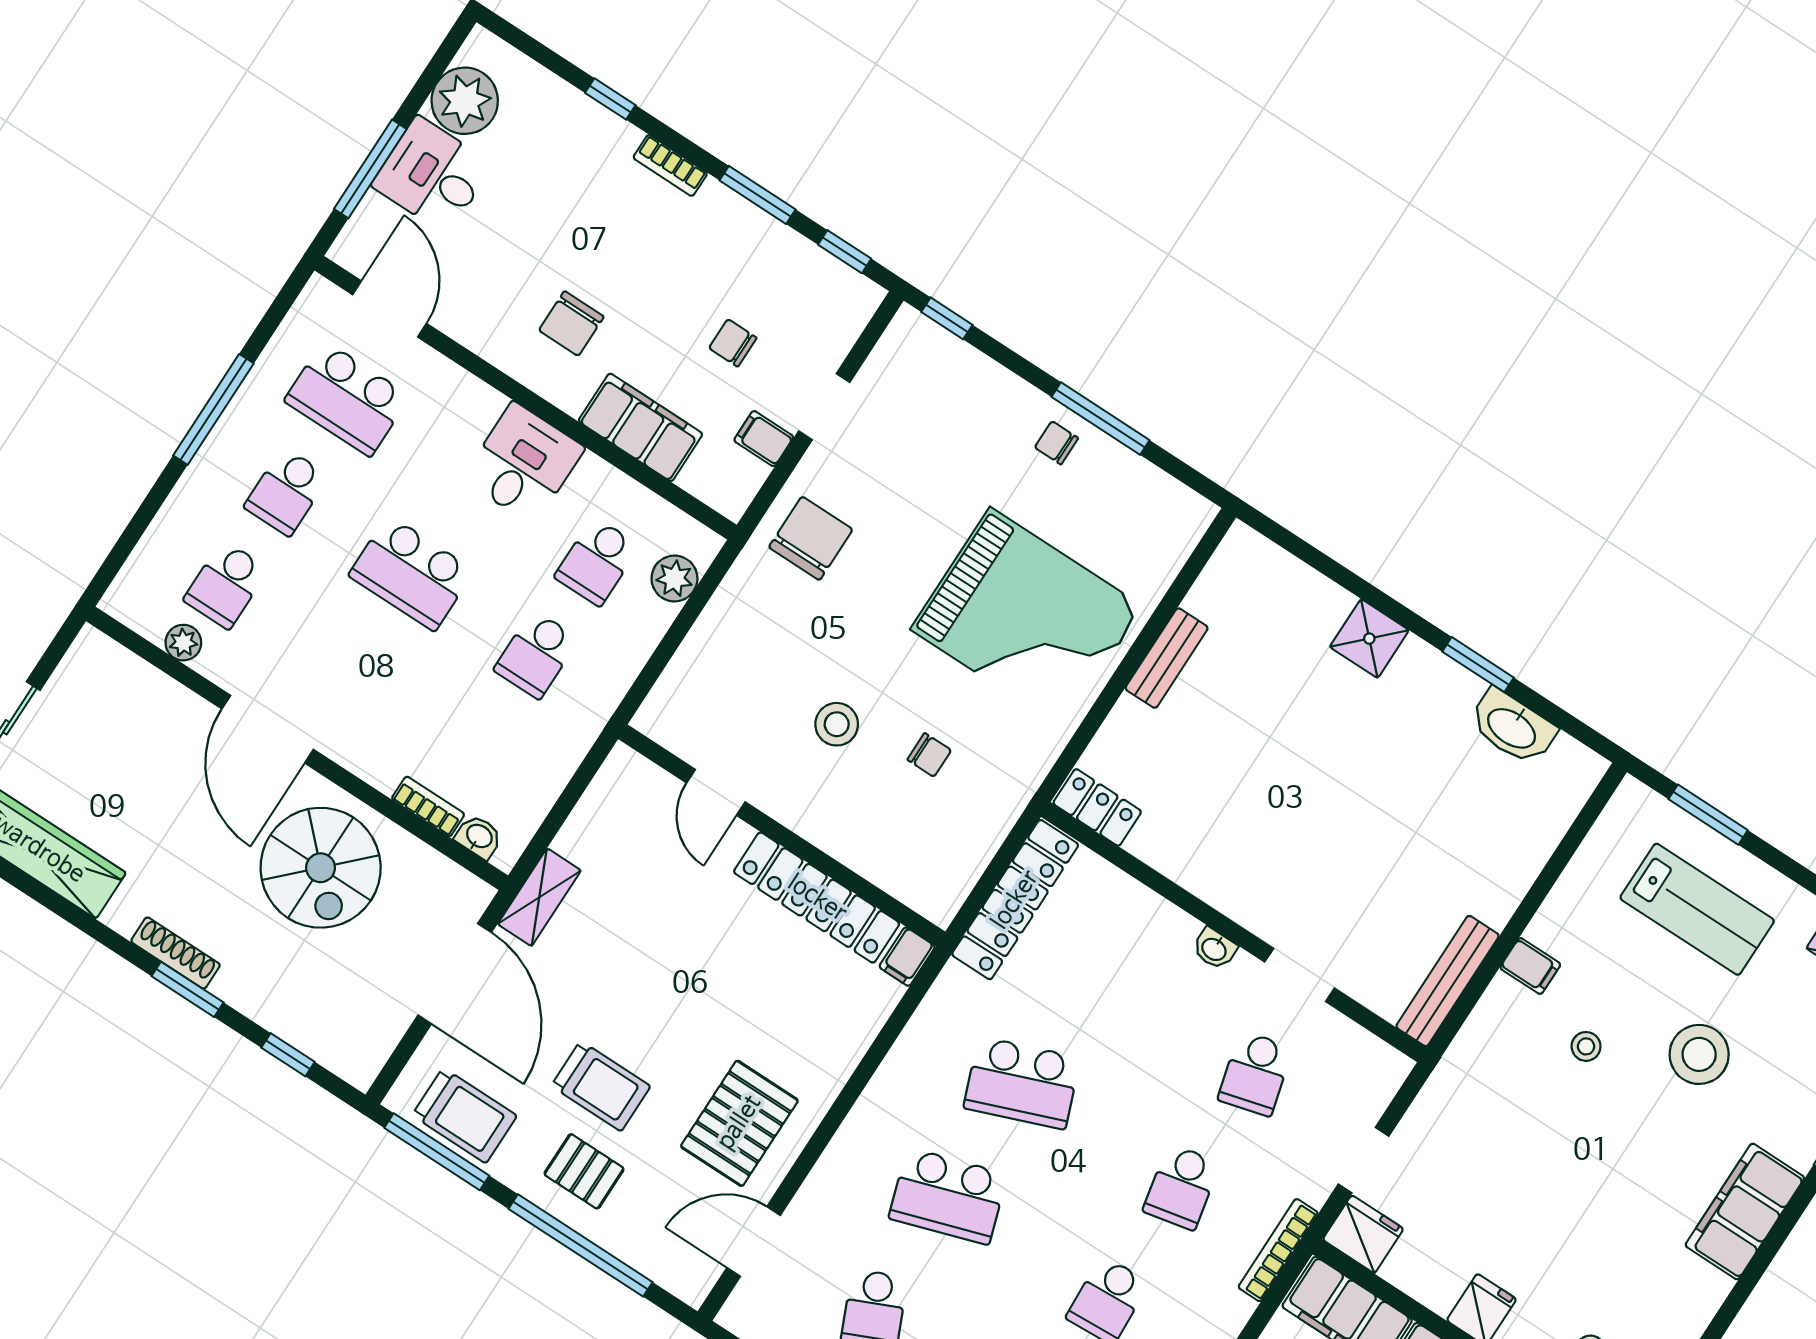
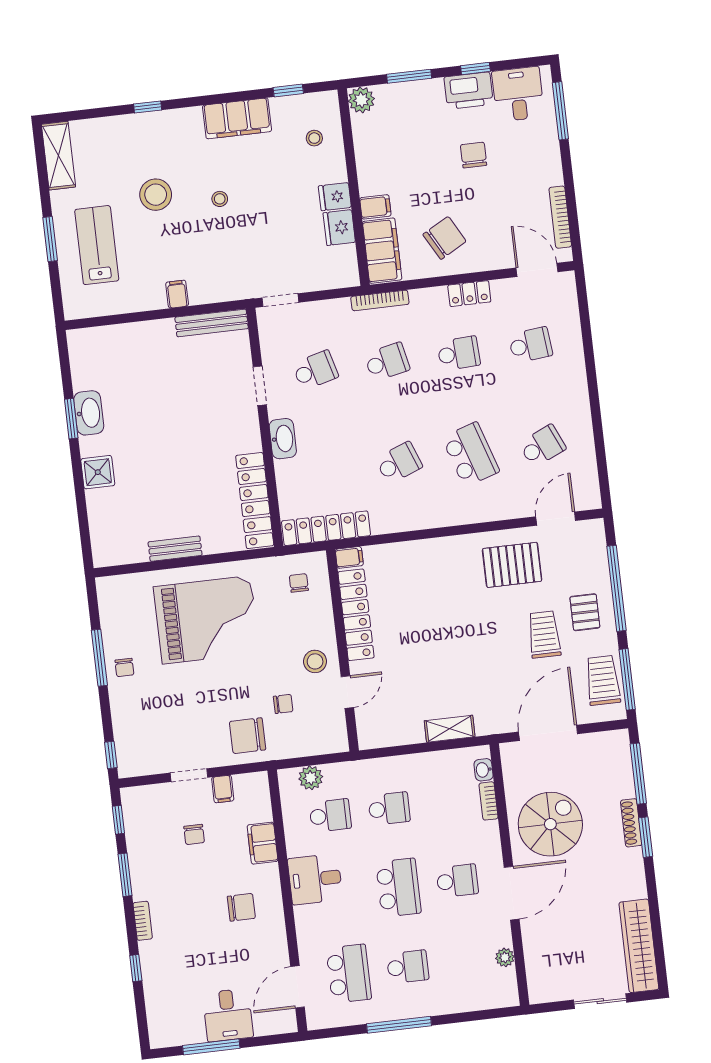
plant: (465, 101) -> (186, 1027), removed
window: (370, 169) -> (211, 1047), moved
filing cabinet: (640, 427) -> (263, 843), width x0.67, depth x0.86
school desk: (226, 585) -> (457, 881), moved
grand piano: (1027, 618) -> (206, 620), turned 90
chair: (814, 627) -> (283, 704), added
washbasin: (1512, 727) -> (89, 413), moved
chair: (929, 755) -> (299, 583), moved
door: (716, 792) -> (347, 692), moved
locker: (1097, 807) -> (255, 501), width x2.16, depth x1.21
window: (1708, 815) -> (50, 239), moved
wall: (782, 835) -> (342, 650), moved
shelving: (539, 897) -> (450, 729), moved
locker: (817, 898) -> (356, 615), moved
washbasin: (1214, 949) -> (283, 439), width x1.91, depth x1.45
shoe rack: (176, 953) -> (631, 823), moved
filing cabinet: (907, 957) -> (349, 557), moved
stool: (1586, 1046) -> (220, 199), moved
window: (288, 1055) -> (638, 774), width x2.17
school desk: (1022, 1083) -> (399, 463), width x0.54
doorway: (1364, 1160) -> (280, 300), moved
filing cabinet: (1745, 1211) -> (237, 118), moved
fridge: (1363, 1234) -> (339, 228), moved
door: (754, 1242) -> (556, 519), swing flipped

